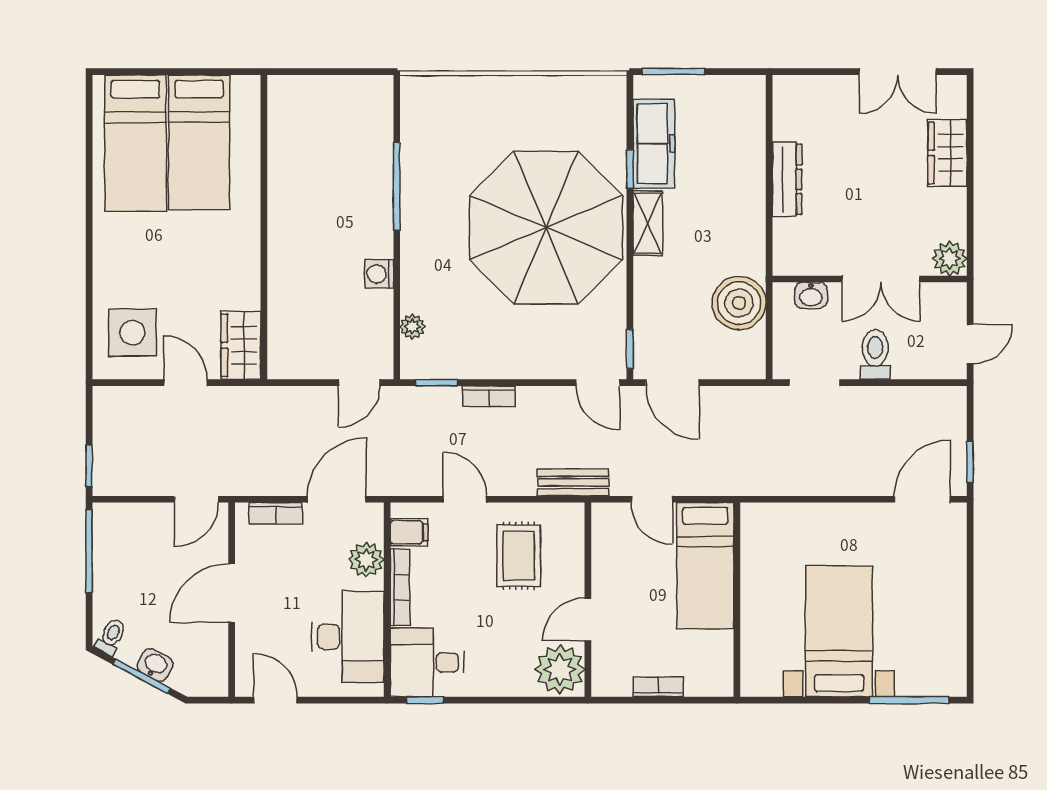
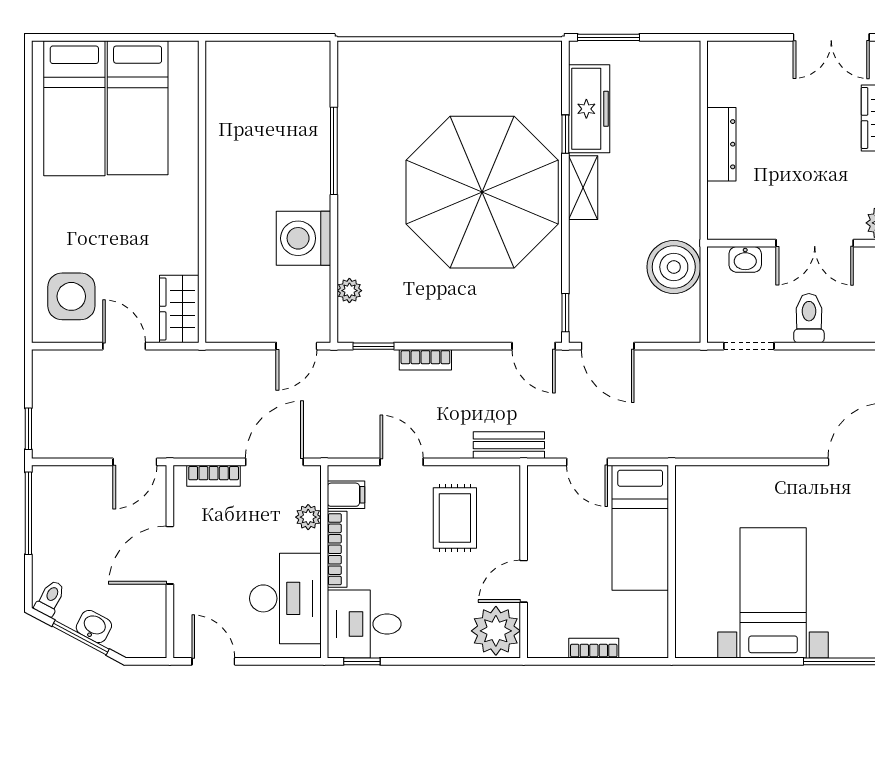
washing machine: (379, 274) -> (303, 238), width x1.89, depth x1.89
plant: (366, 560) -> (308, 517), width x0.73, depth x0.73

